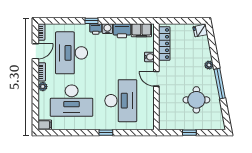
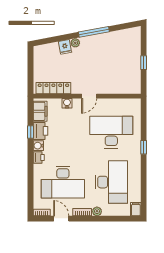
window: (91, 21) -> (31, 132), moved
fridge: (200, 31) -> (65, 47), moved
round table: (196, 100) -> (110, 56), removed

